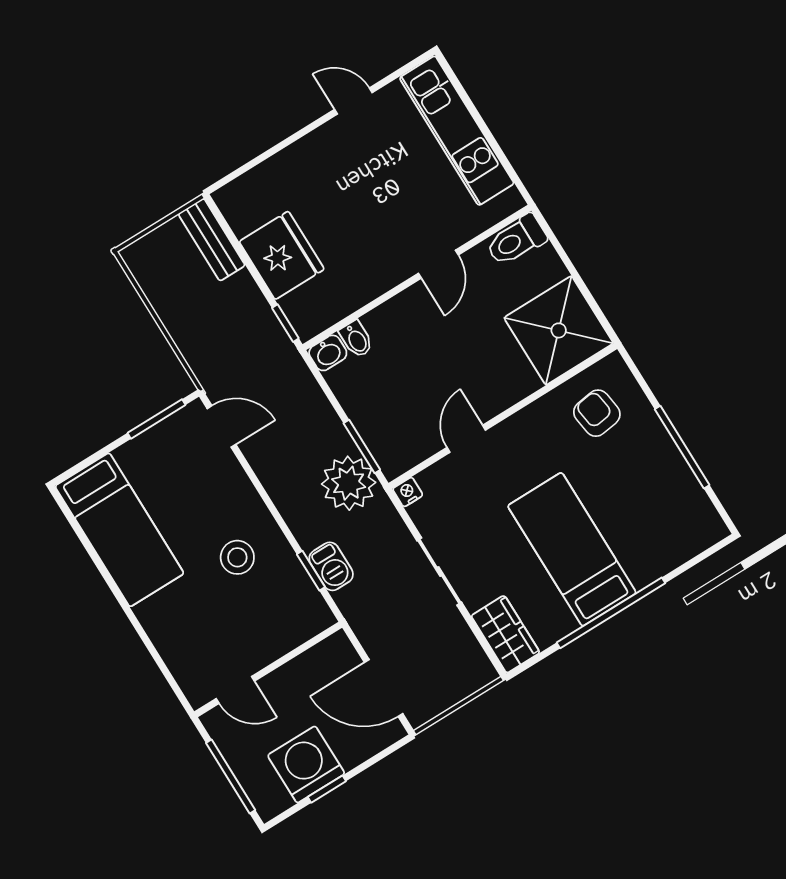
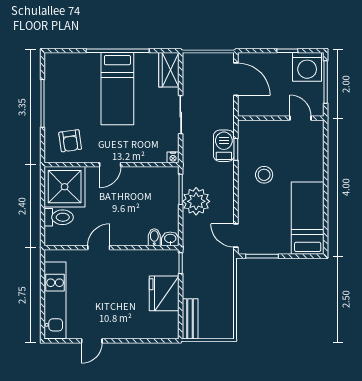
door: (353, 101) -> (92, 341), hinge flipped
toilet: (516, 240) -> (59, 217), moved
door: (466, 439) -> (110, 165), moved
plant: (349, 483) -> (196, 201), moved
barbecue: (331, 566) -> (224, 146), width x1.38, depth x1.27
washing machine: (306, 764) -> (307, 67), moved

